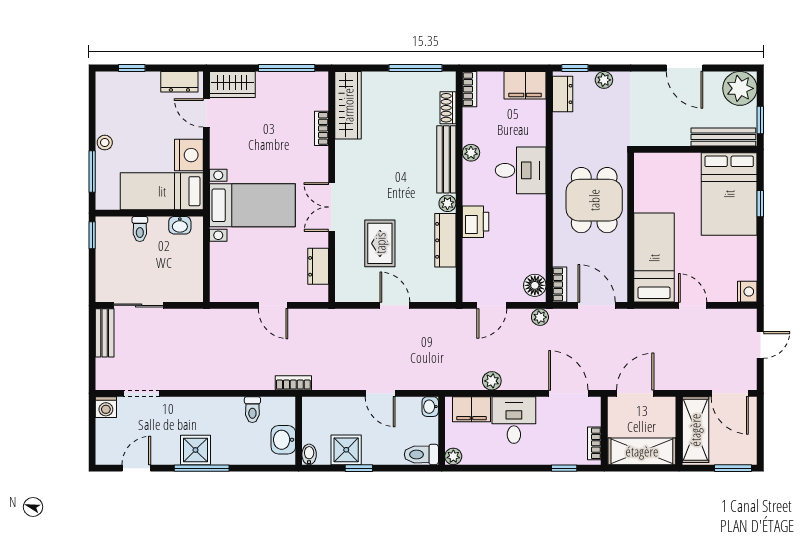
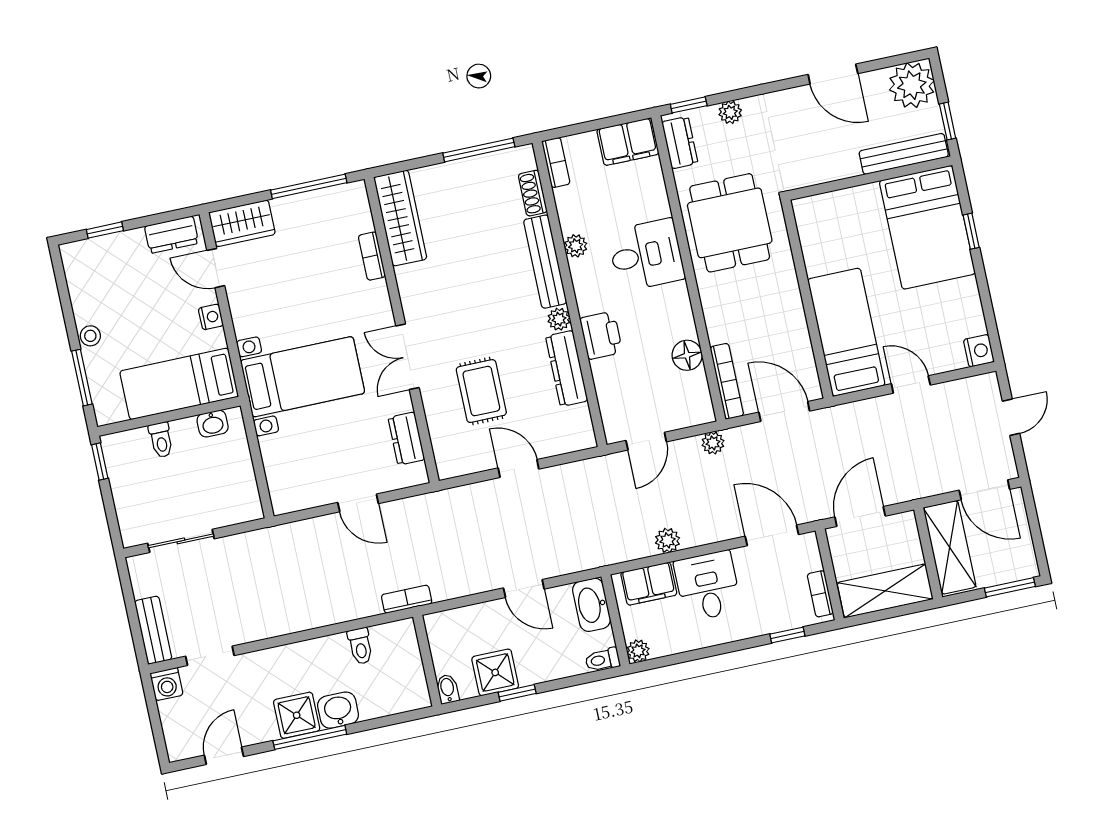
nightstand: (189, 155) -> (211, 317), width x0.53, depth x0.56
dining table: (594, 200) -> (730, 223), moved
bookcase: (560, 284) -> (727, 381), width x1.56
floor lamp: (535, 285) -> (687, 355), moved
bench: (105, 333) -> (153, 630), moved
washbasin: (430, 407) -> (592, 605), width x1.91, depth x1.45
washbasin: (283, 440) -> (338, 710), moved, turned 90
toilet: (421, 454) -> (602, 660), width x0.73, depth x0.72

